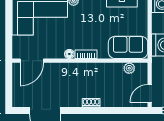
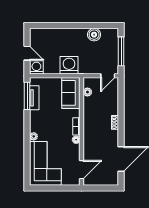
door: (32, 61) -> (82, 170), hinge flipped
door: (150, 94) -> (108, 76), hinge flipped

